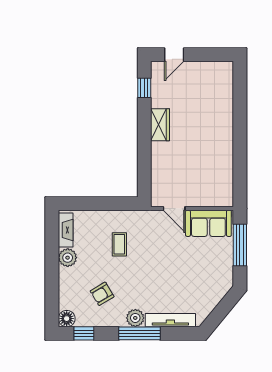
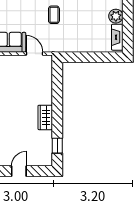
door: (174, 55) -> (19, 171), moved
coffee table: (119, 244) -> (54, 15), moved

